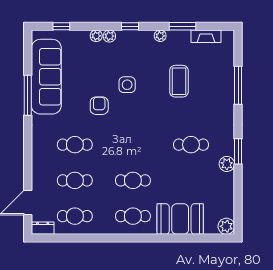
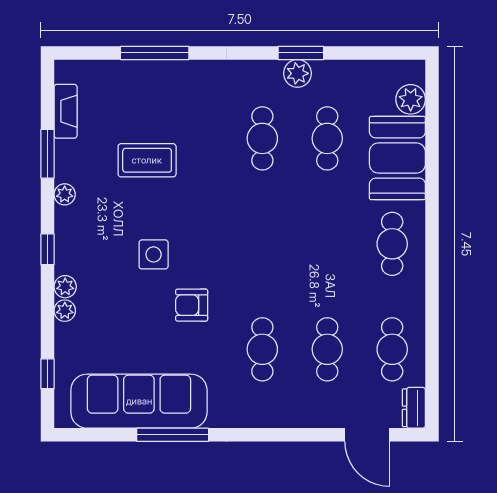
window: (238, 151) -> (301, 53), moved
cafe table: (133, 180) -> (327, 138), moved
plant: (226, 226) -> (411, 99), moved

